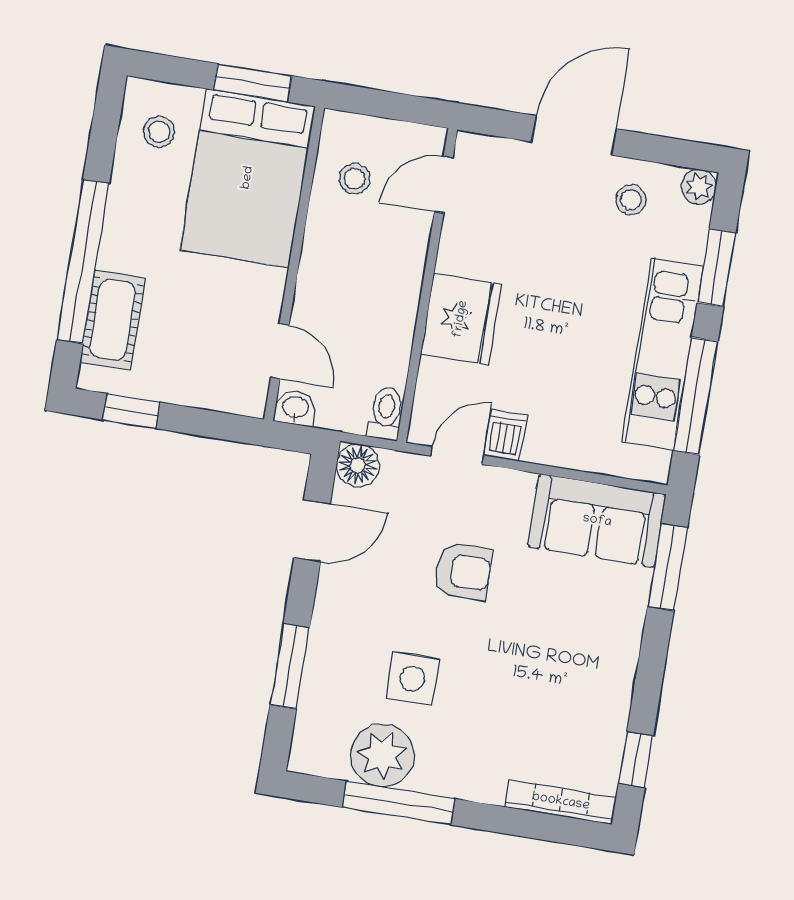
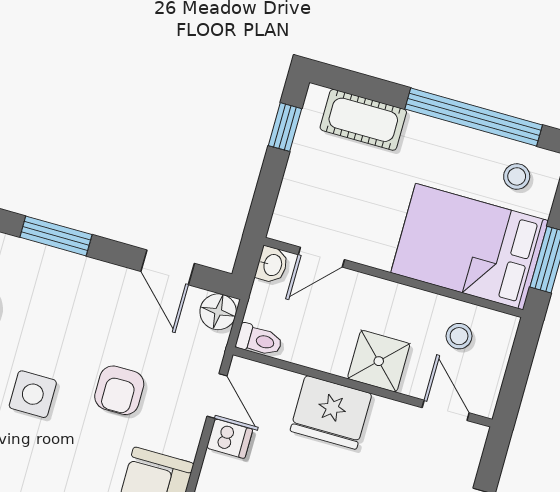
window: (83, 261) -> (474, 117), moved
shower: (395, 270) -> (379, 361), added
side table: (412, 679) -> (33, 394), moved

